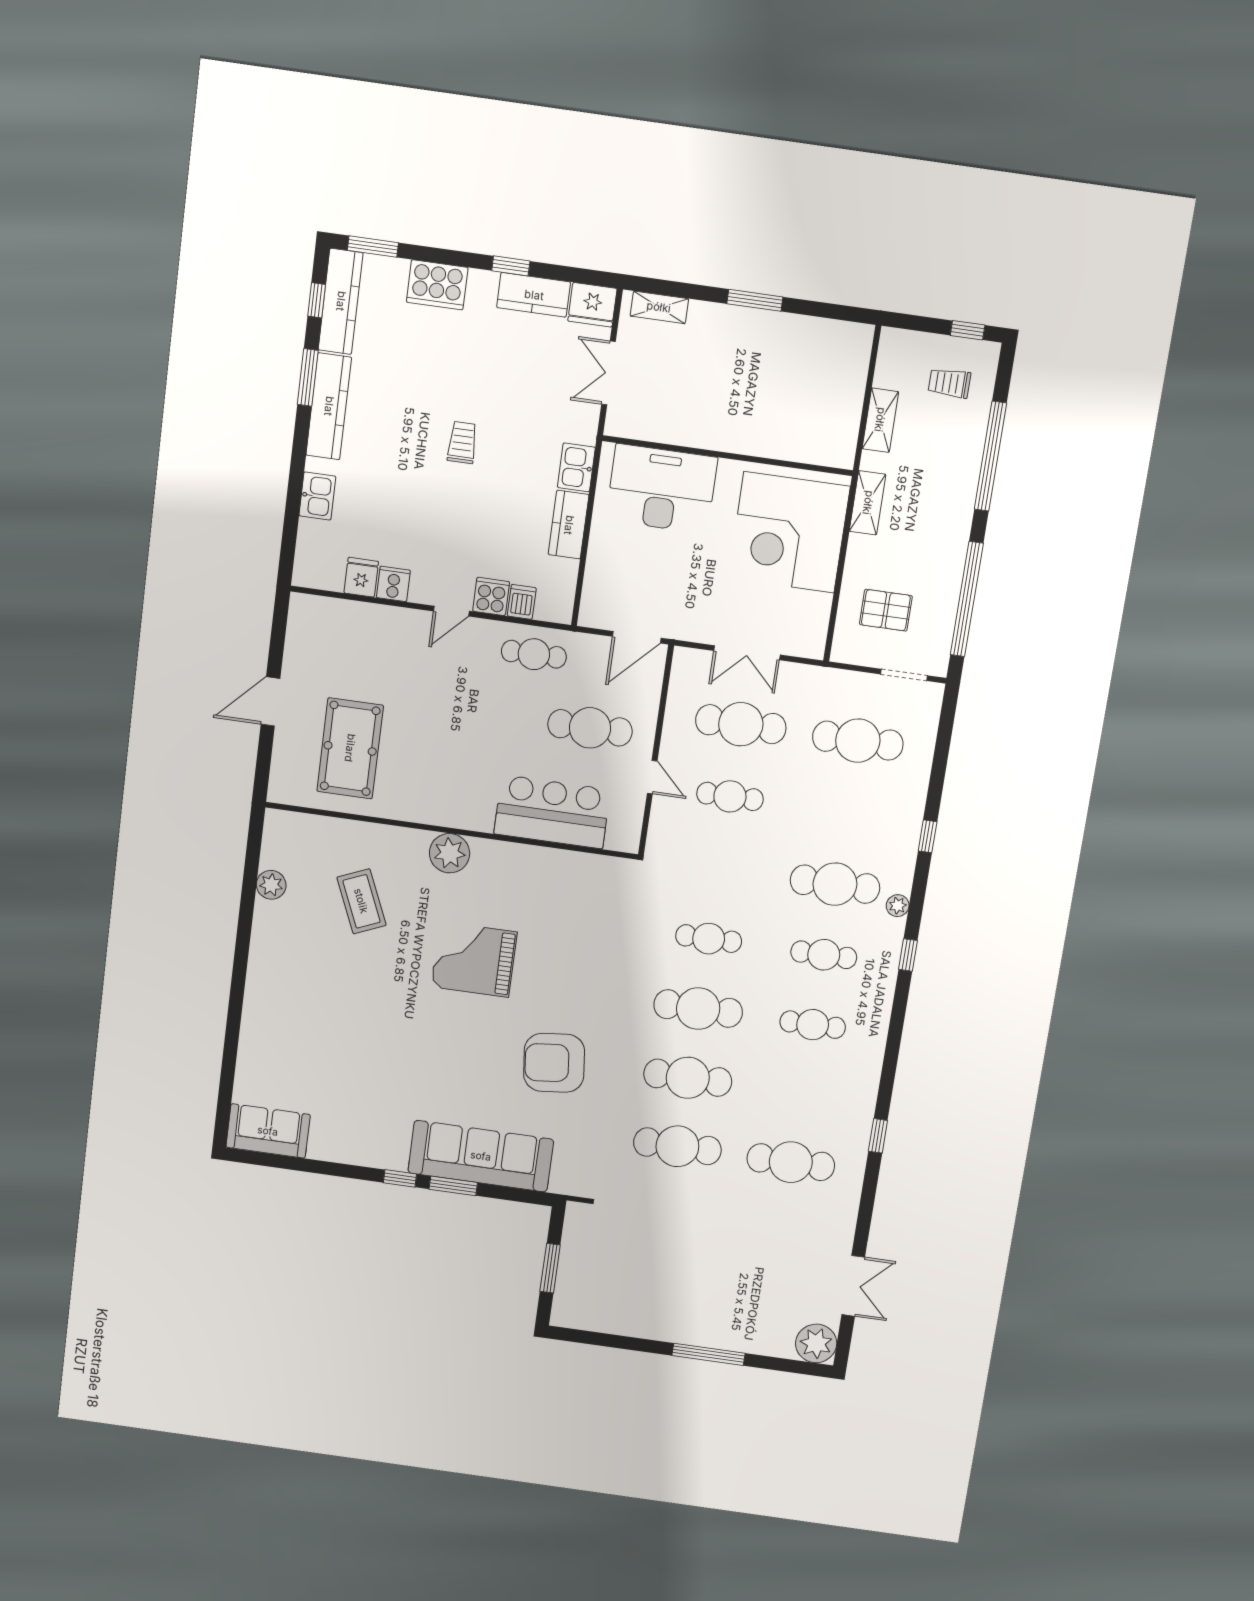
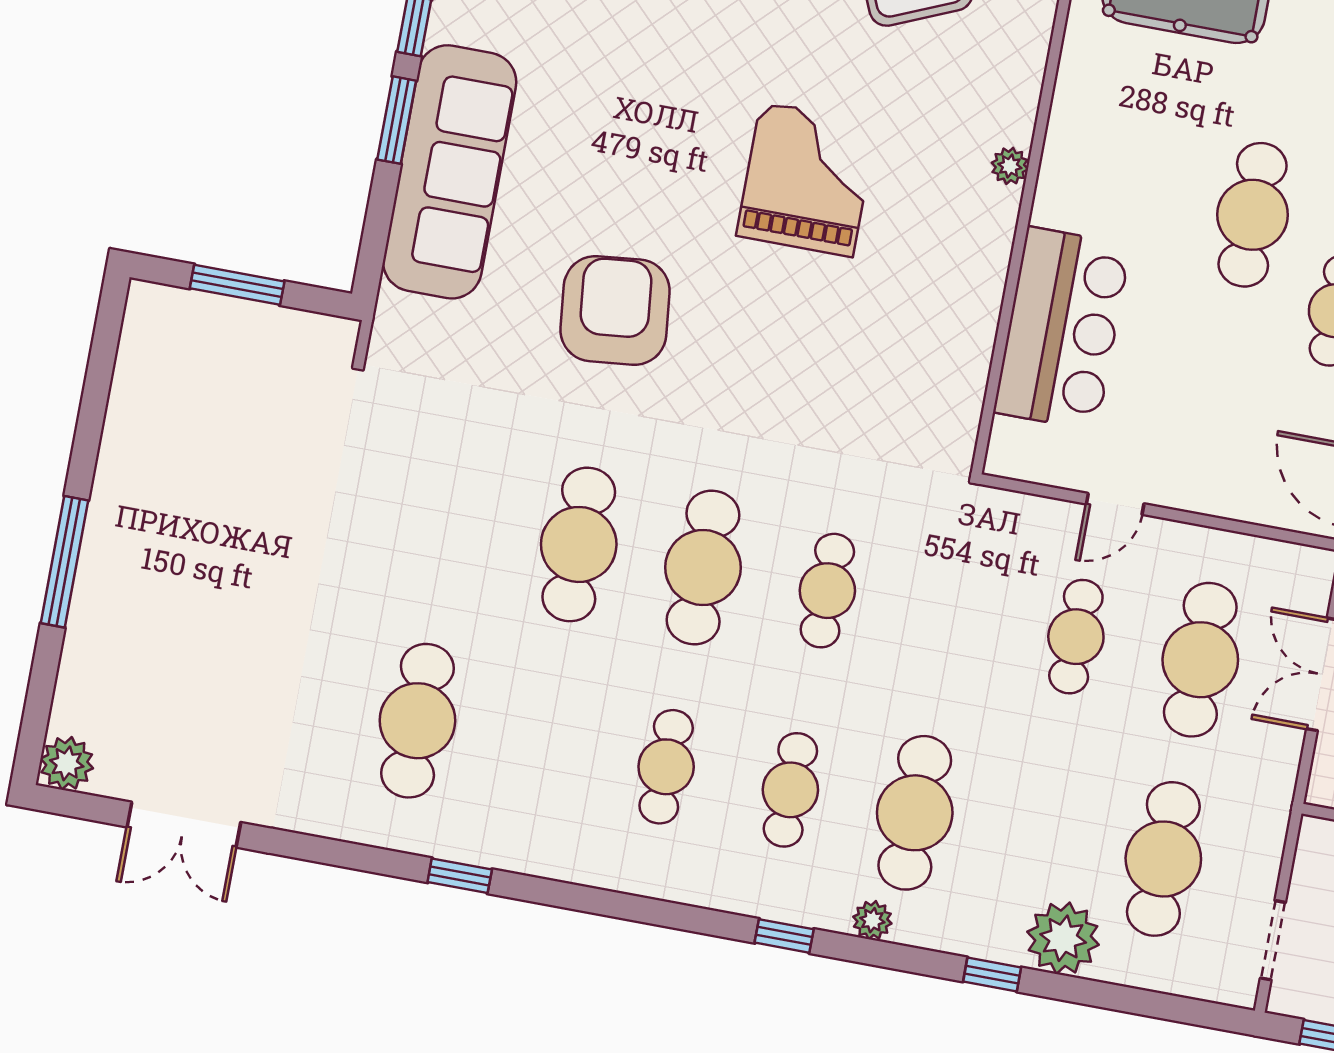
cafe table: (590, 728) -> (1253, 215), moved
plant: (906, 797) -> (1063, 938), added
plant: (450, 853) -> (1010, 166), width x0.53, depth x0.53
cafe table: (677, 1146) -> (454, 521), removed
plant: (816, 1343) -> (67, 763), width x0.73, depth x0.73

